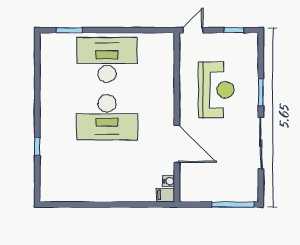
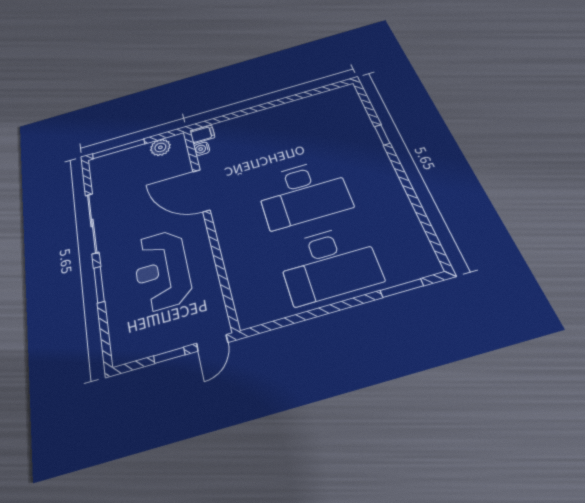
window: (234, 30) -> (169, 355), moved
desk: (107, 117) -> (303, 193), turned 180
plant: (200, 194) -> (160, 147), added

